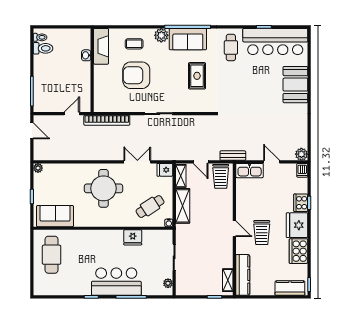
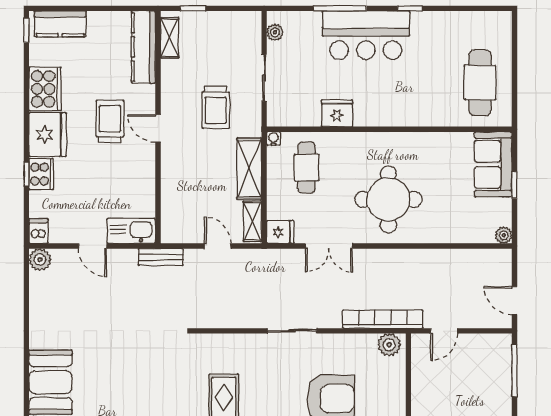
plant: (103, 106) -> (389, 345), added
trolley: (221, 176) -> (216, 107), moved, turned 180
cafe table: (150, 207) -> (307, 167), turned -57
sofa: (55, 216) -> (493, 164), moved, turned 90

